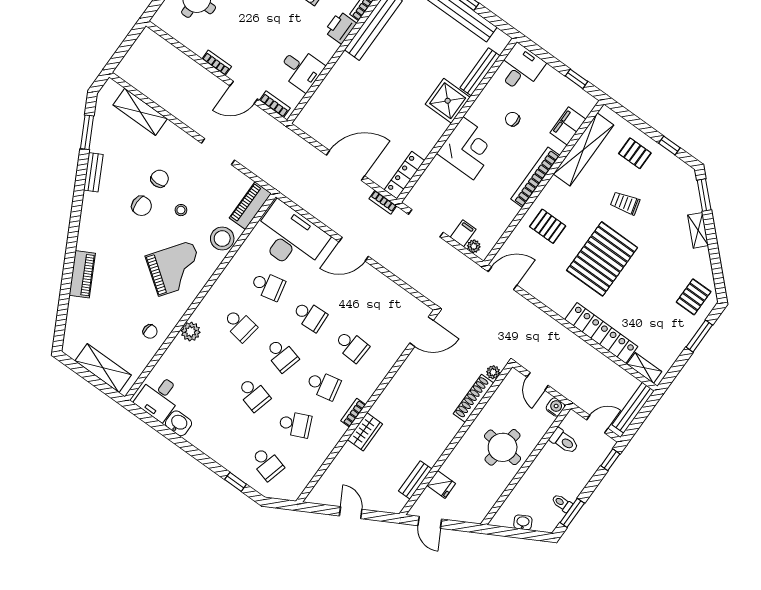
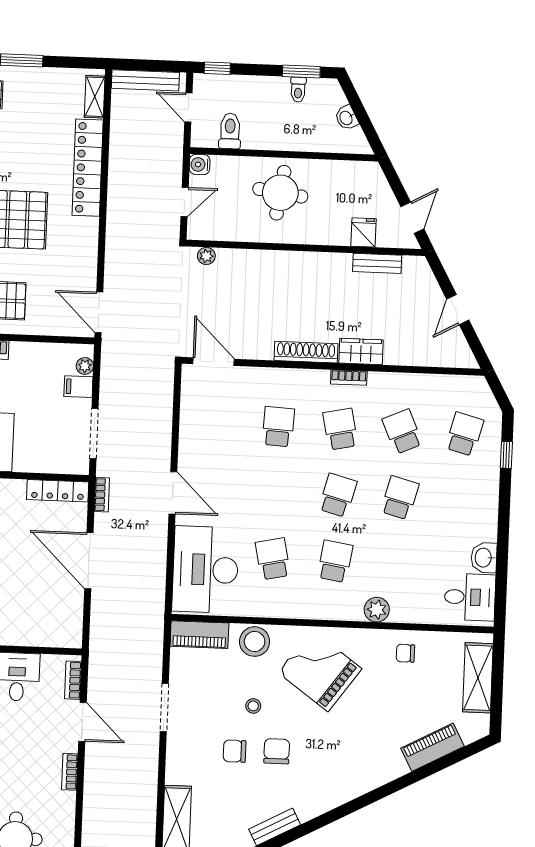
piano: (82, 274) -> (432, 747), moved
school desk: (310, 316) -> (276, 493), removed
chair: (150, 331) -> (405, 653), turned -96
shoe rack: (473, 398) -> (306, 352), moved, turned 180

